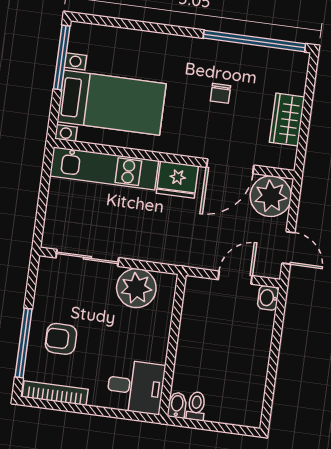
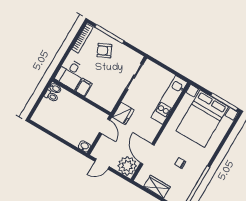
bed with nightstands: (112, 103) -> (202, 119), width x1.36
fridge: (177, 180) -> (123, 113), moved, turned 180
door: (235, 278) -> (105, 126), moved
plant: (136, 288) -> (112, 92), removed
armchair: (61, 339) -> (104, 51), turned -115
filing cabinet: (152, 349) -> (84, 87), added

